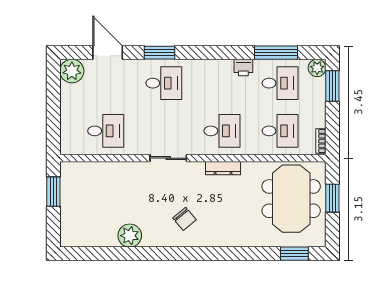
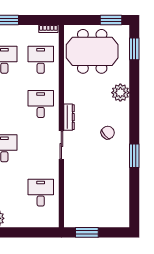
dresser: (223, 168) -> (69, 117), moved
window: (332, 198) -> (111, 20), moved
plant: (130, 236) -> (120, 93), moved
window: (154, 254) -> (134, 156), added

